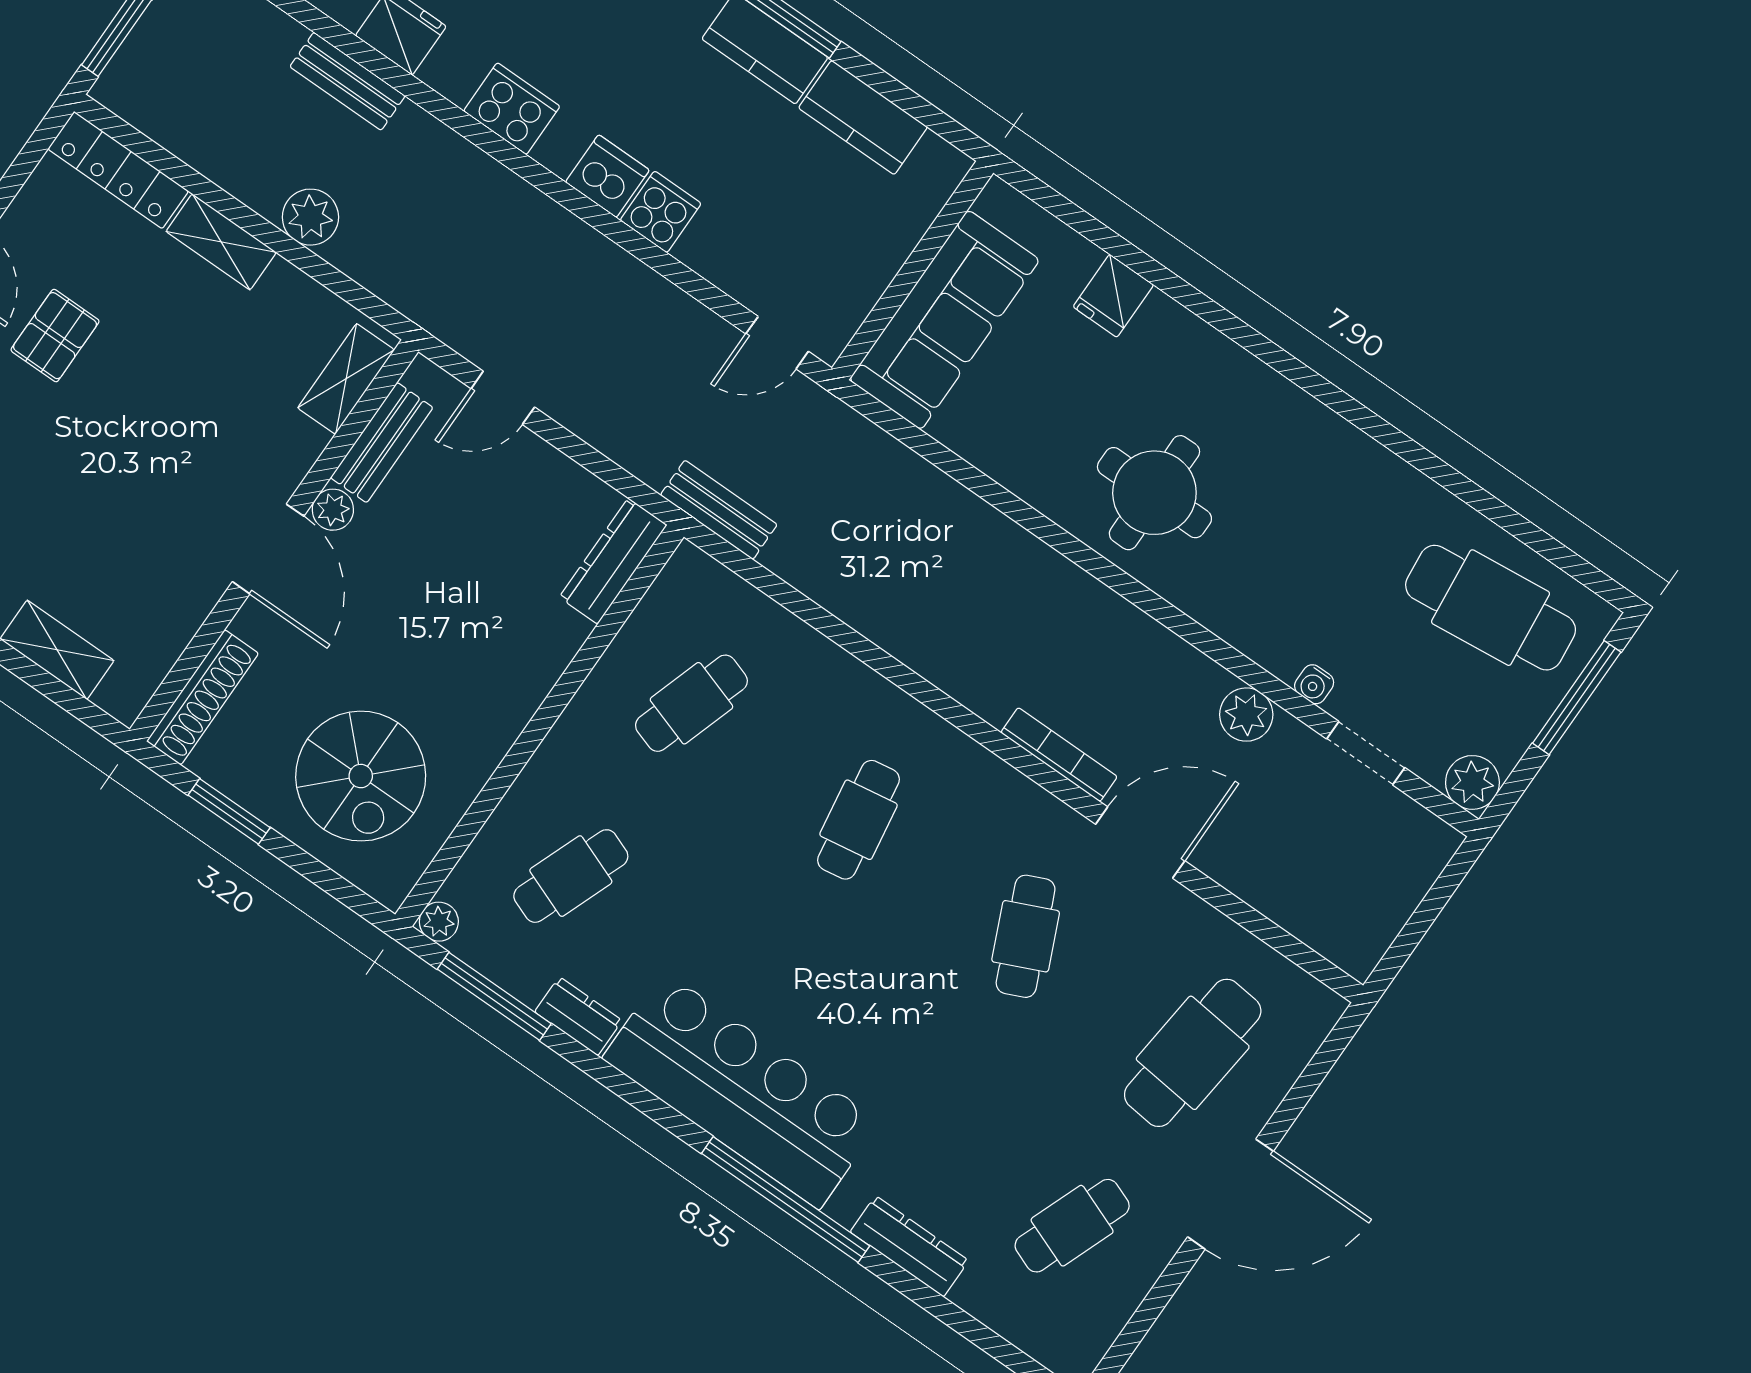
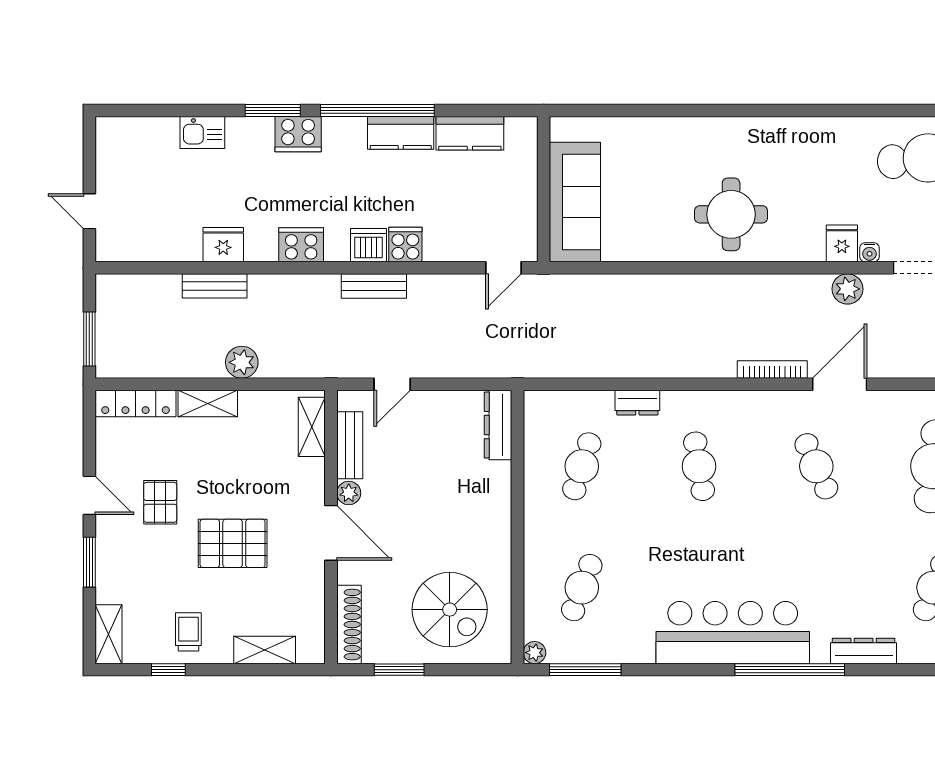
fridge: (1113, 296) -> (842, 243), moved, turned 180
pallet: (117, 466) -> (233, 543), added
bench: (719, 510) -> (374, 286), moved
dresser: (578, 1016) -> (637, 403), moved, turned 180

